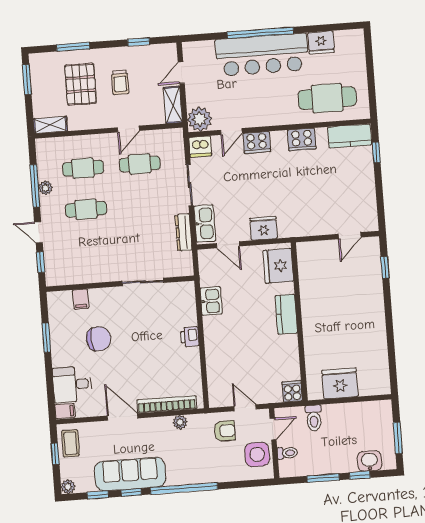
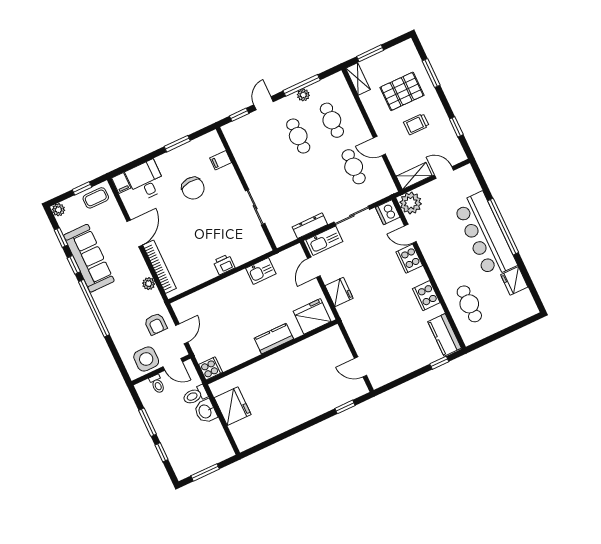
window: (27, 80) -> (370, 53), moved
cafe table: (327, 98) -> (469, 304), width x0.73, depth x0.74
washbasin: (370, 461) -> (205, 411), moved, turned 180

